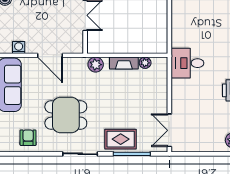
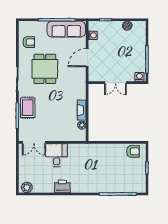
desk: (187, 63) -> (57, 155), moved
plant: (96, 65) -> (81, 90), removed
double door: (169, 130) -> (34, 142), swing flipped

